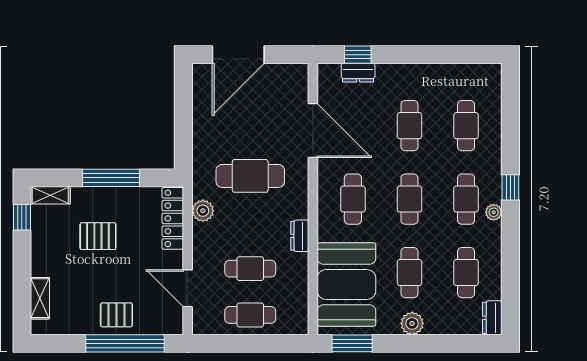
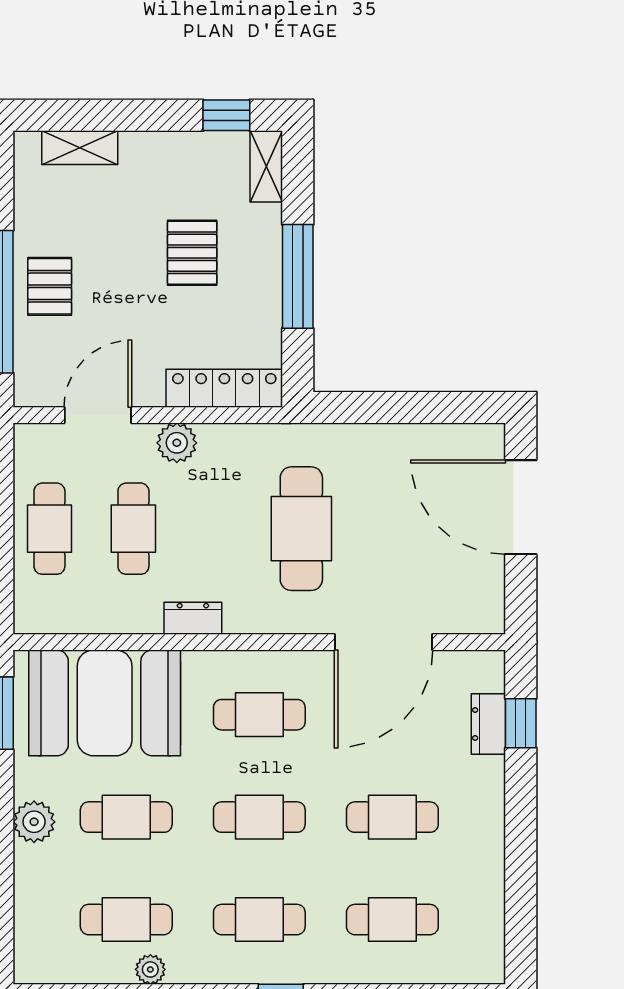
plant: (203, 211) -> (177, 443), moved
plant: (494, 212) -> (150, 969), moved
dresser: (492, 318) -> (44, 967), removed

